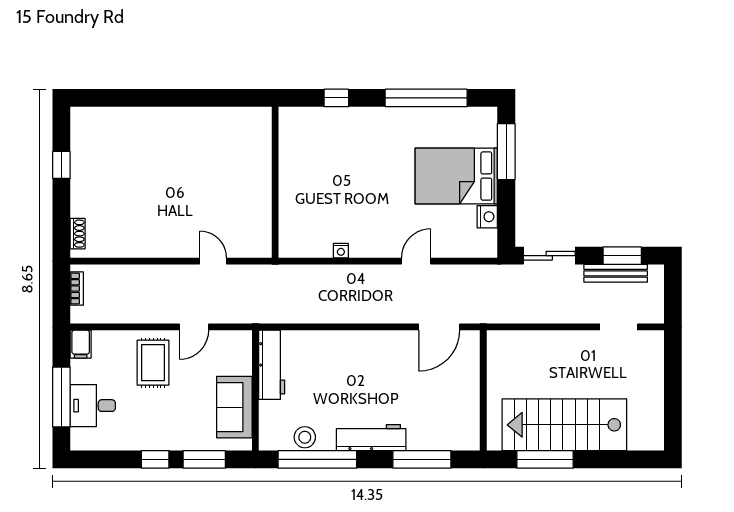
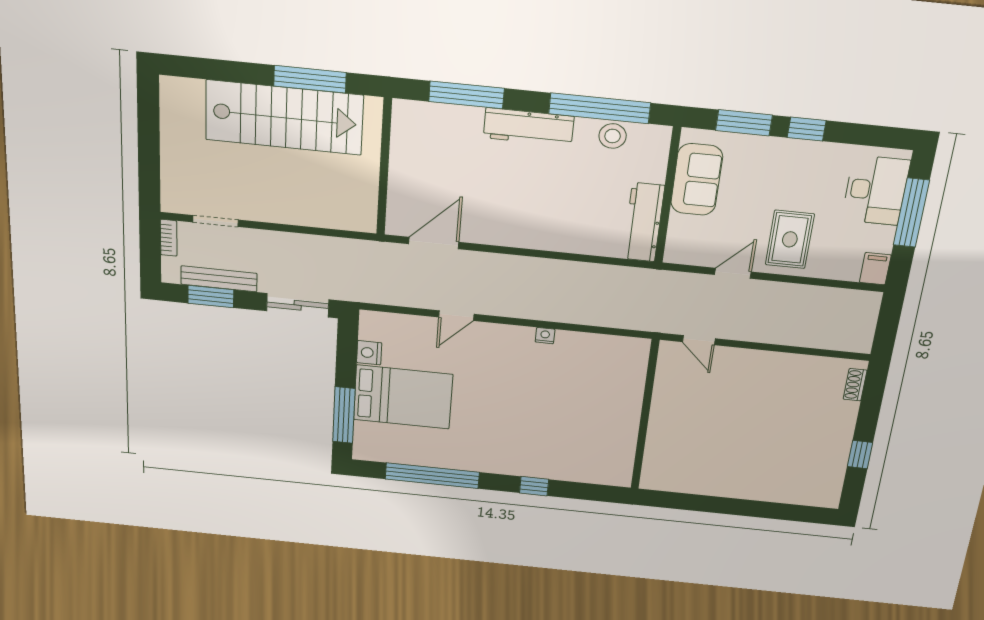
wall: (275, 182) -> (645, 415), moved
bookcase: (77, 289) -> (169, 238), moved, turned 180
desk: (93, 406) -> (876, 190), width x1.37

